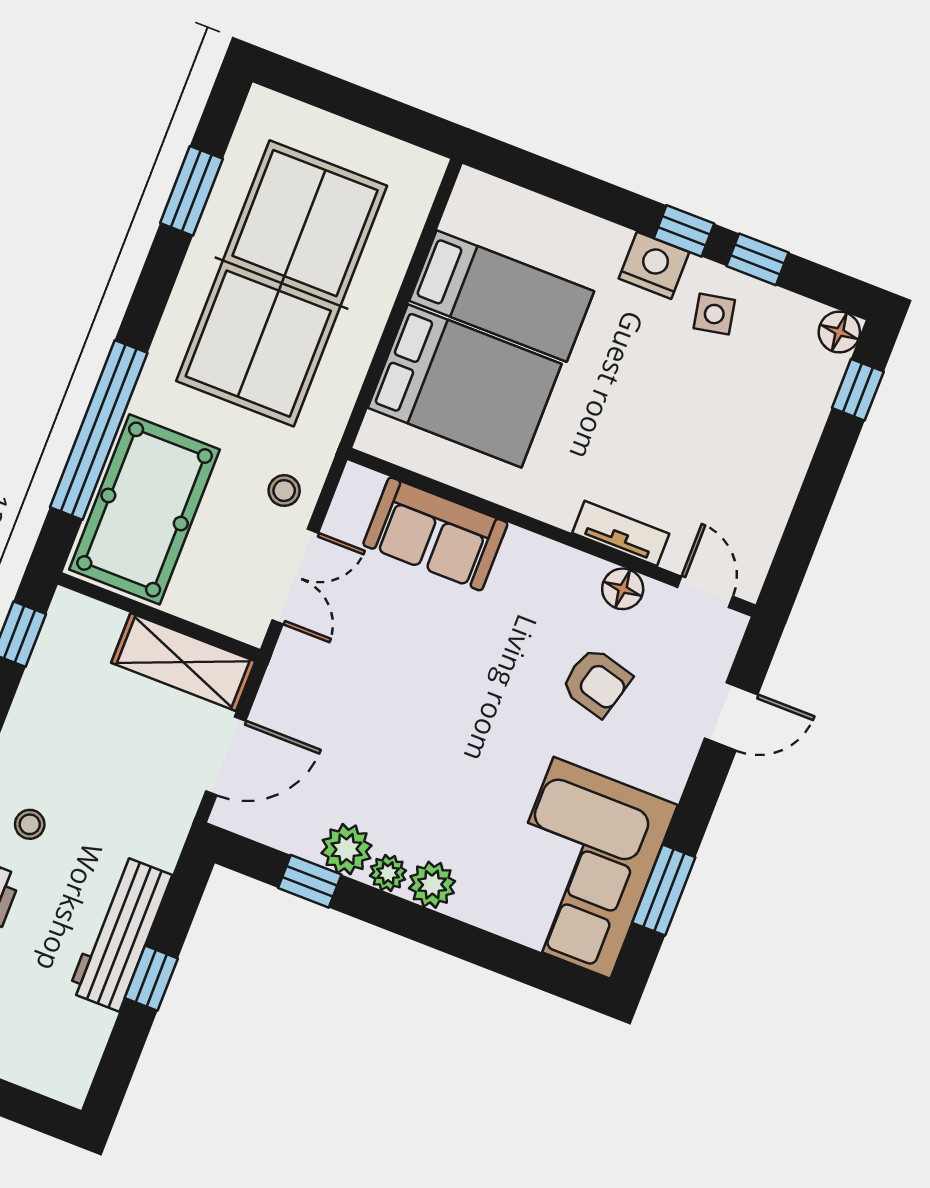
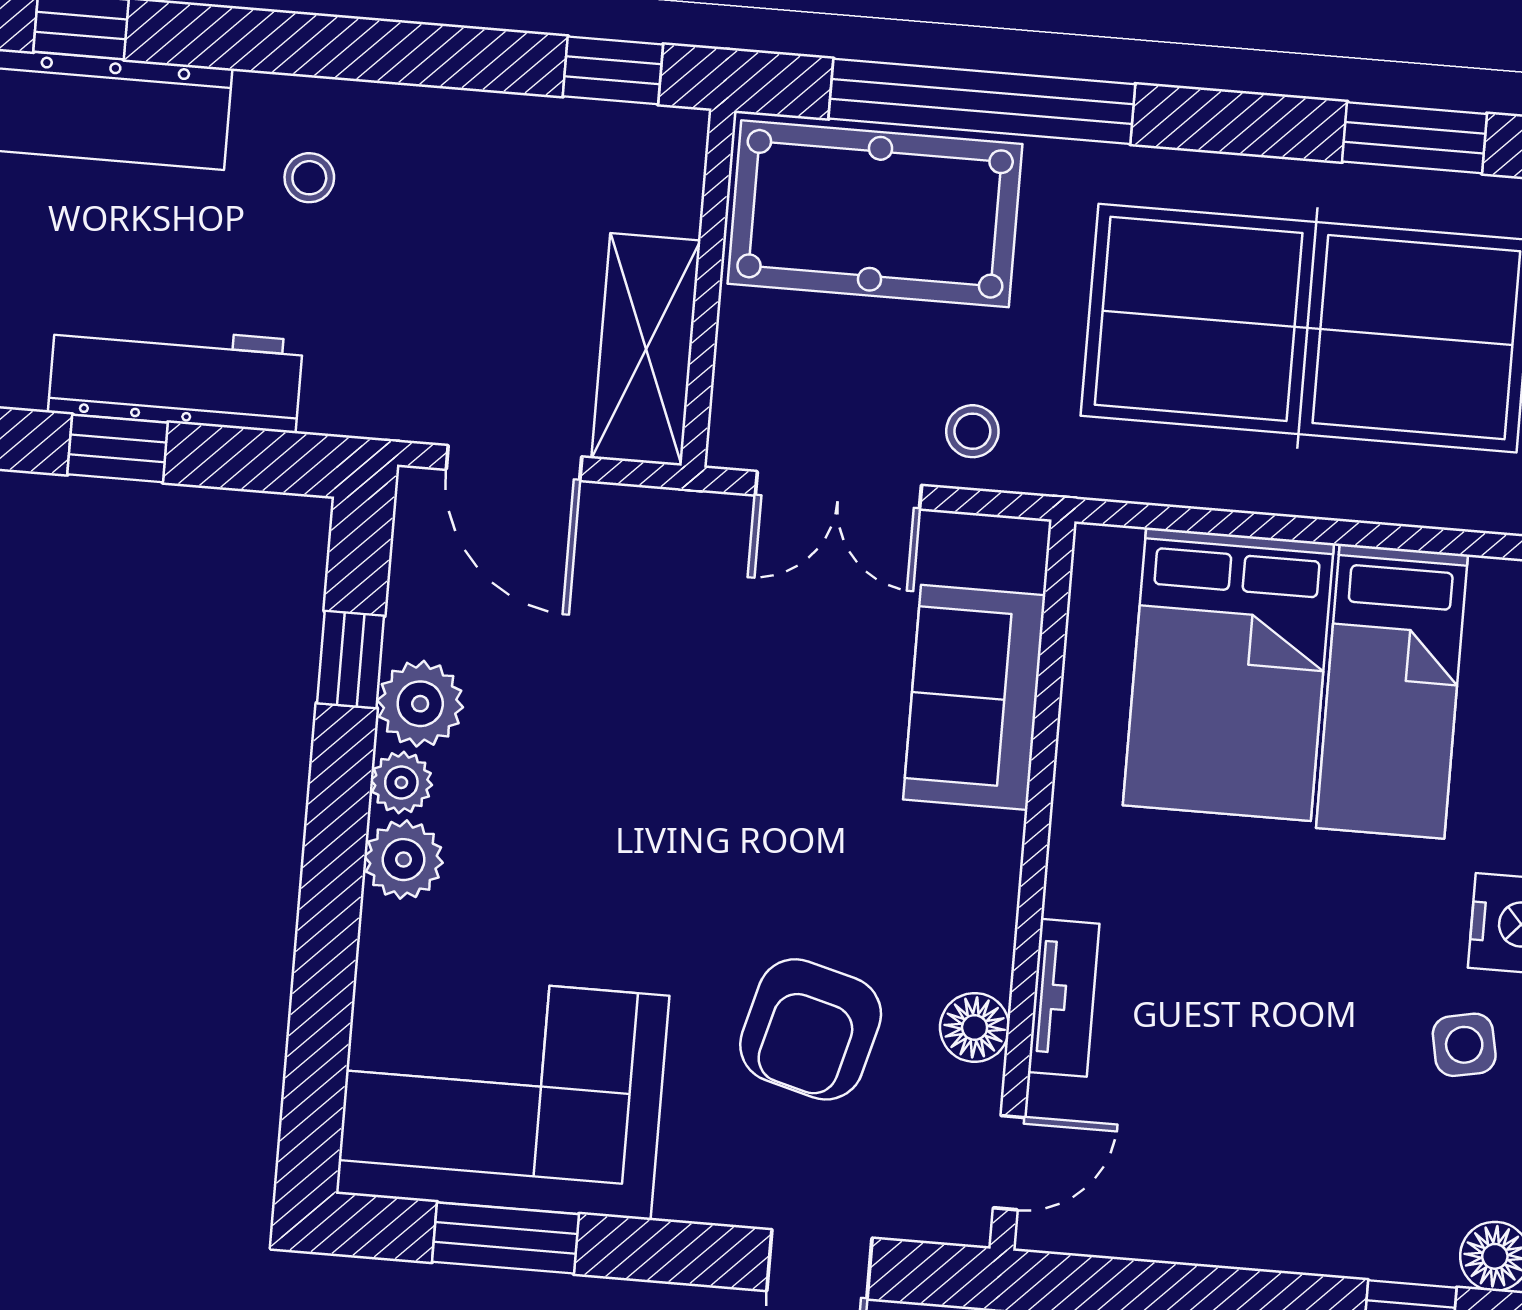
armchair: (596, 682) -> (811, 1029), width x1.38, depth x1.38

